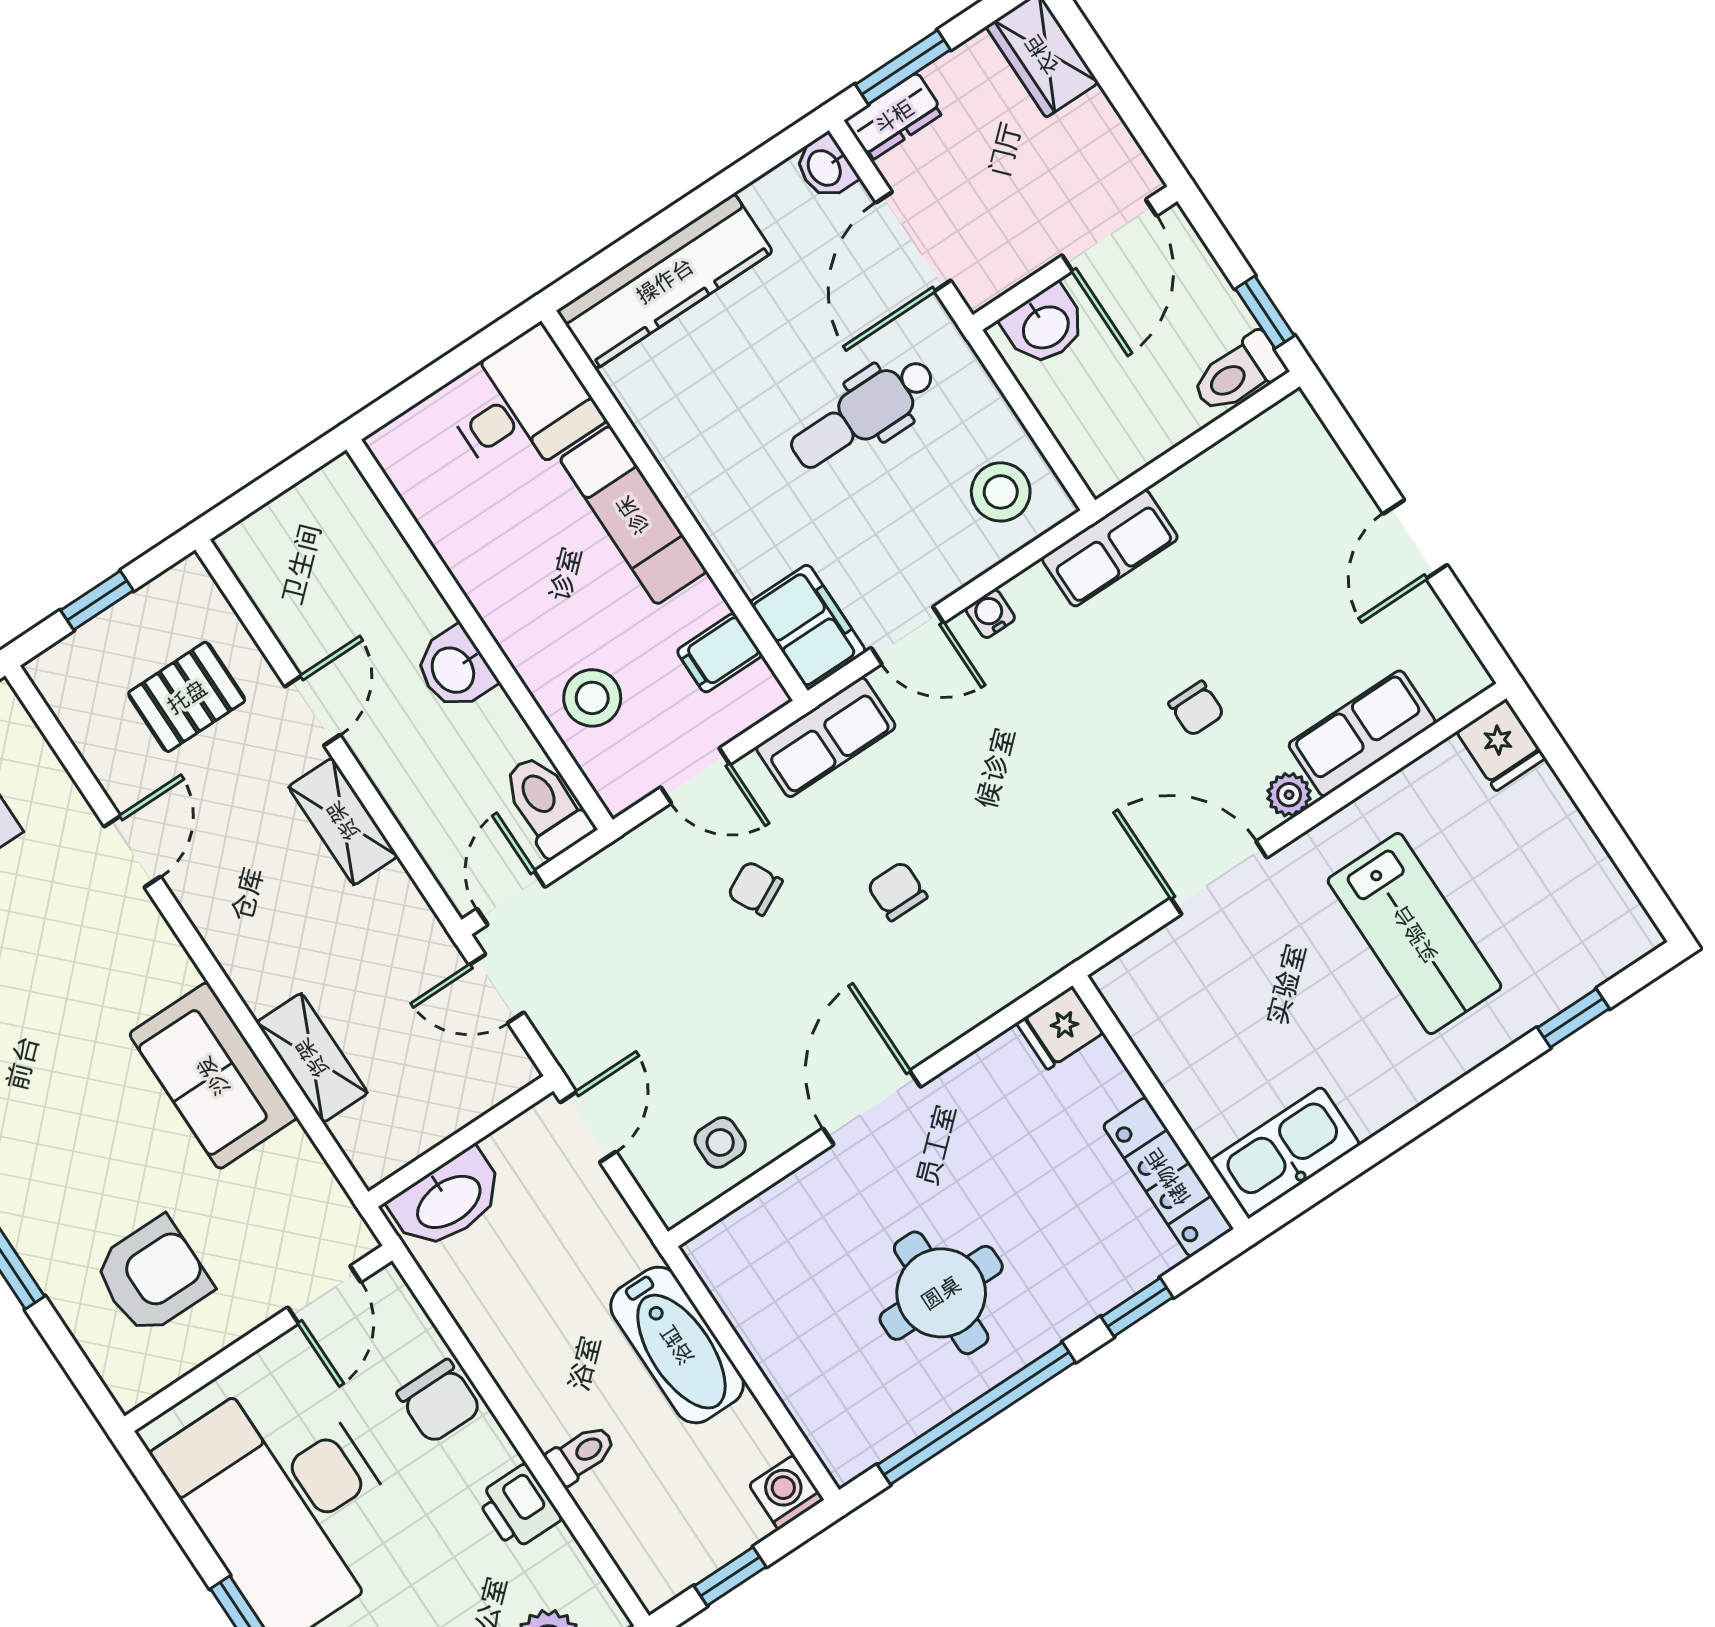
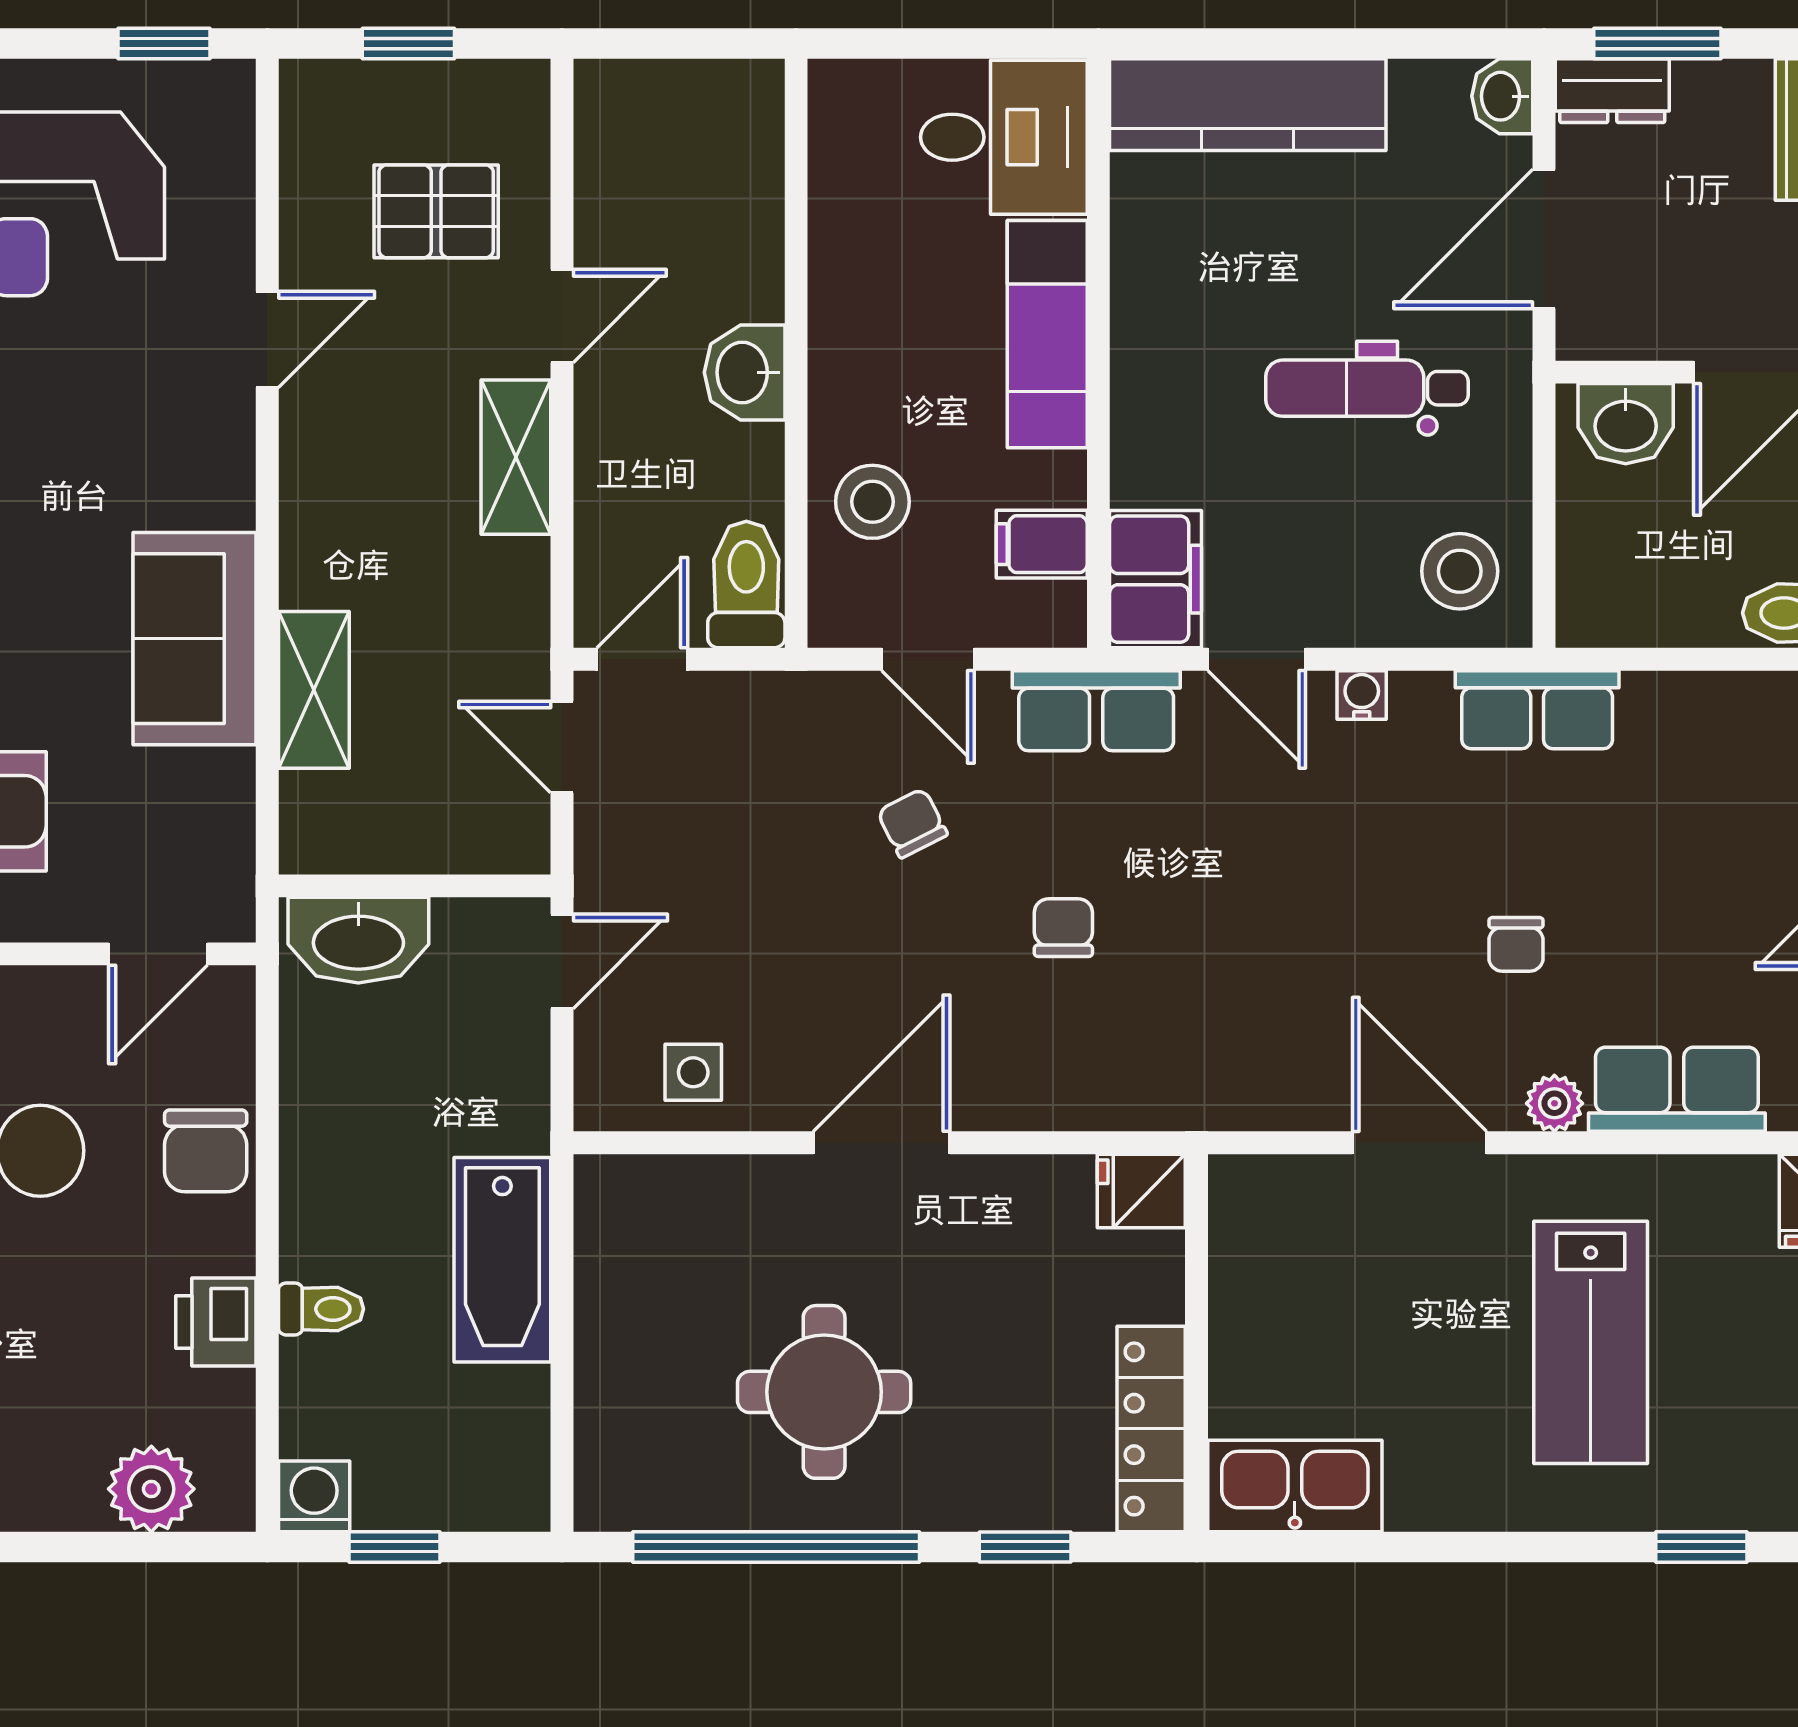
washing machine: (786, 1492) -> (314, 1496), moved

